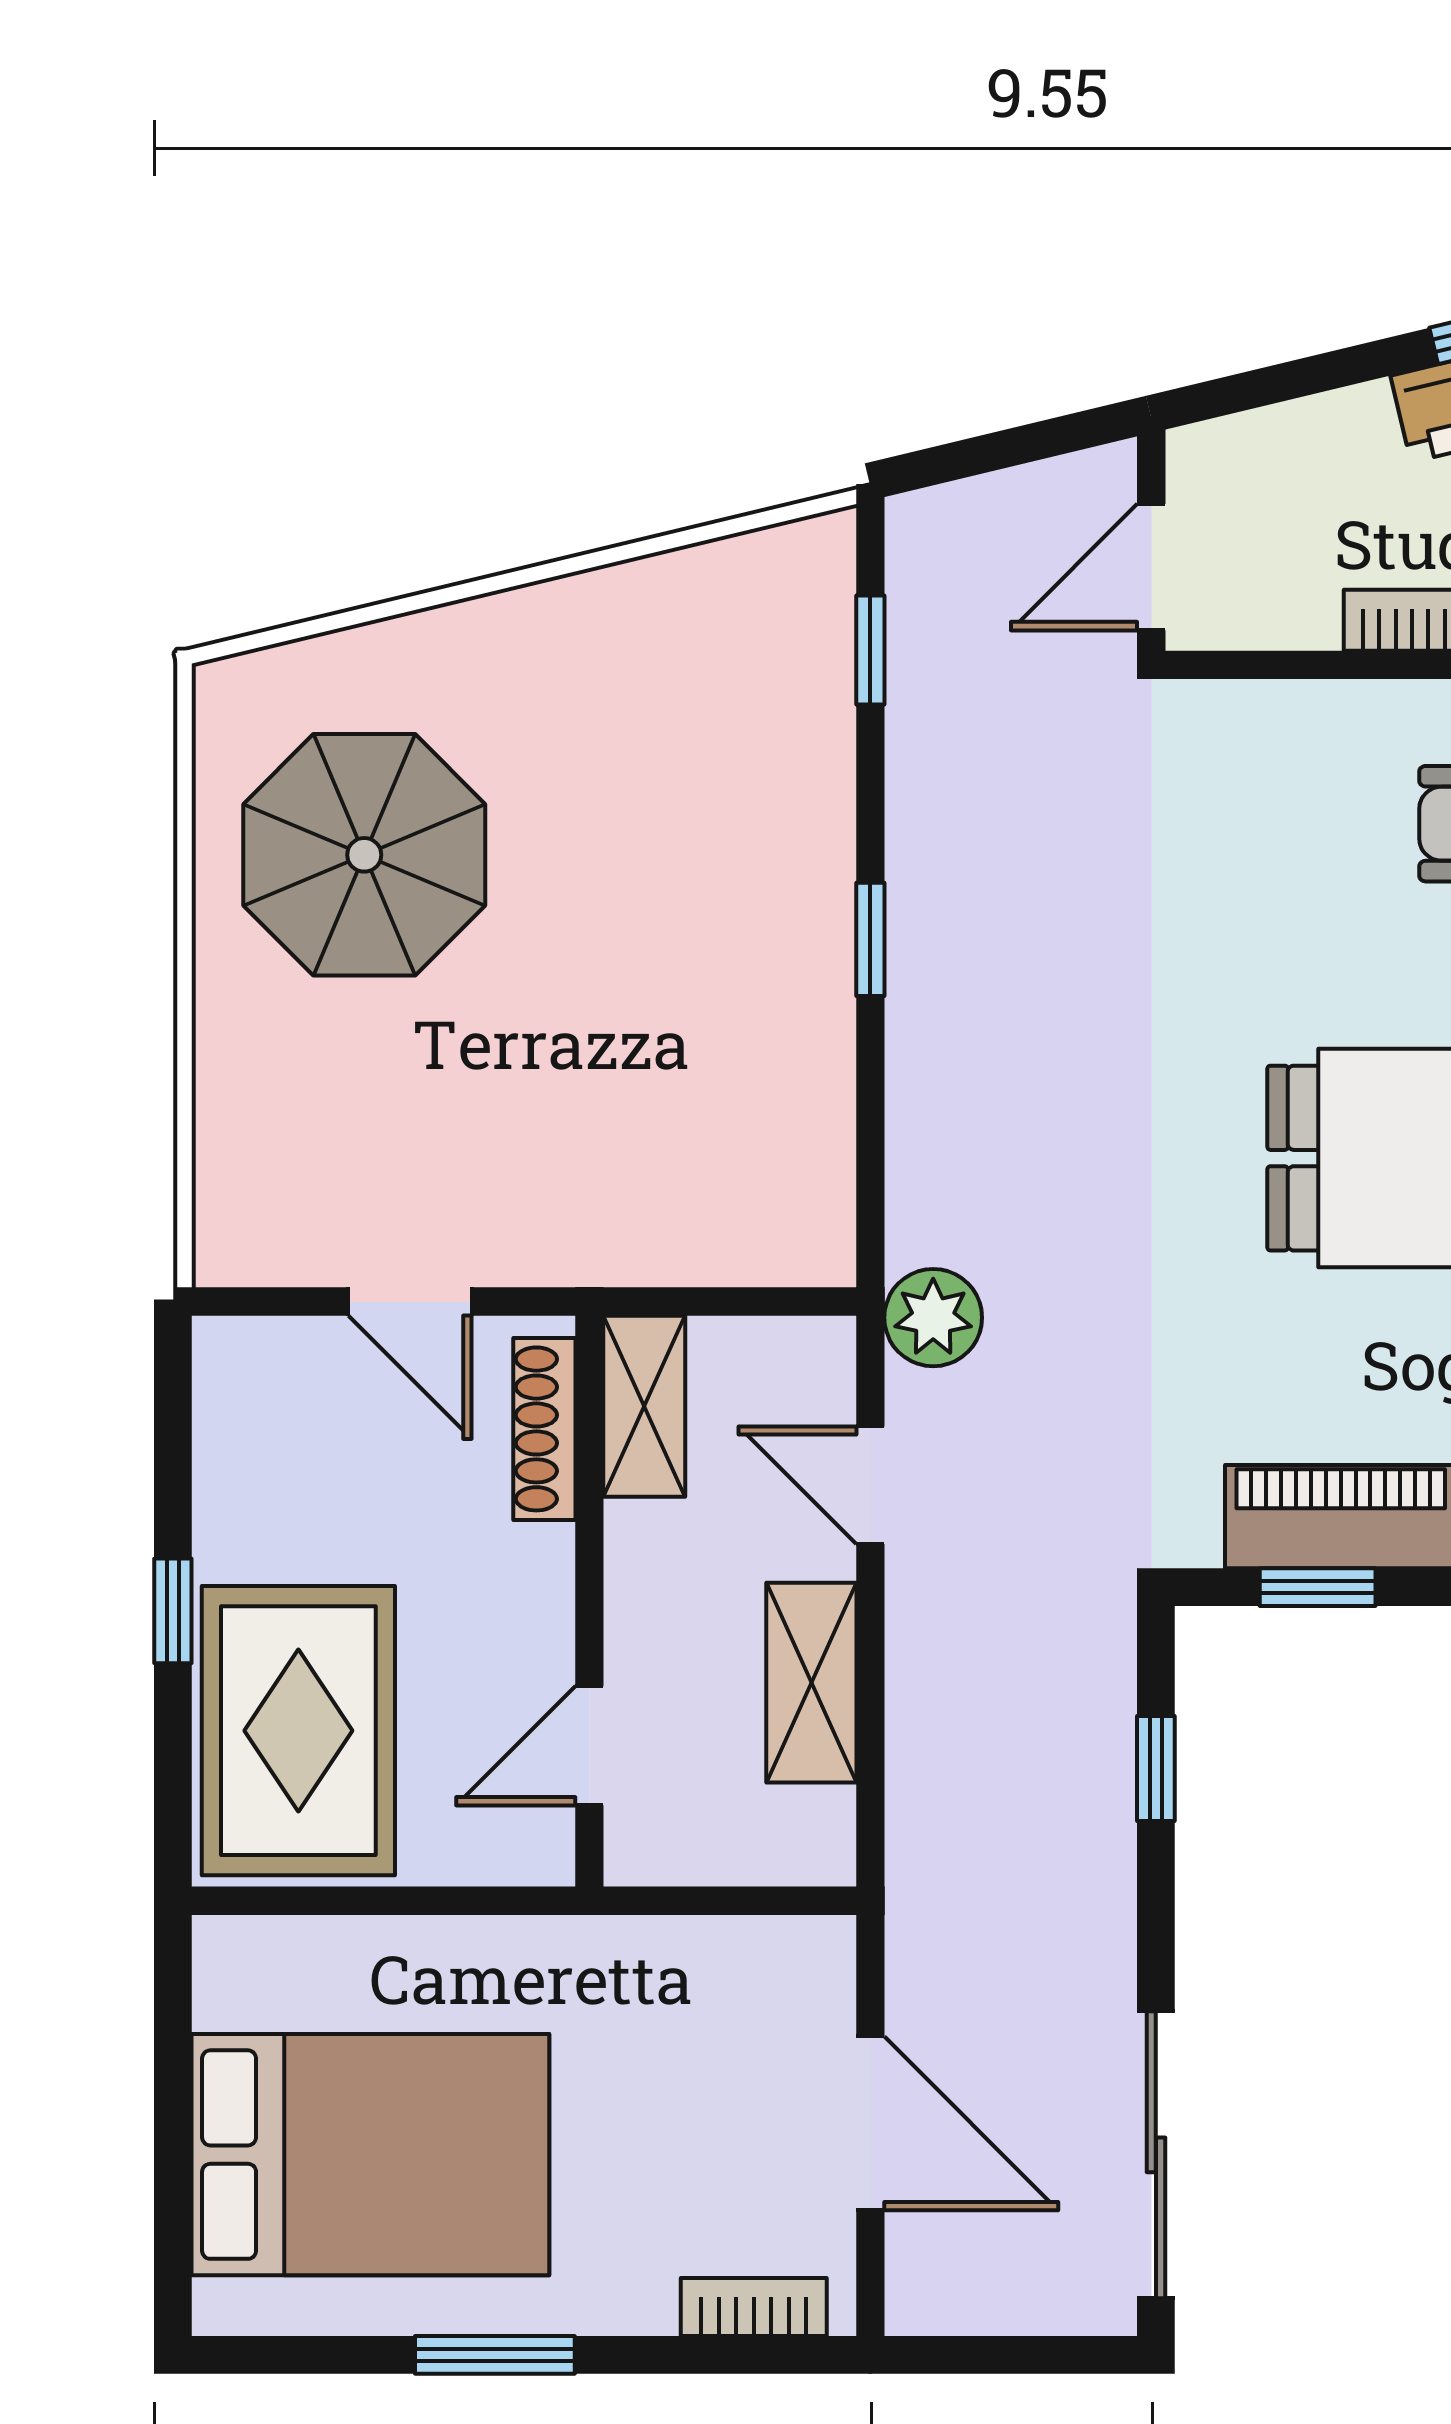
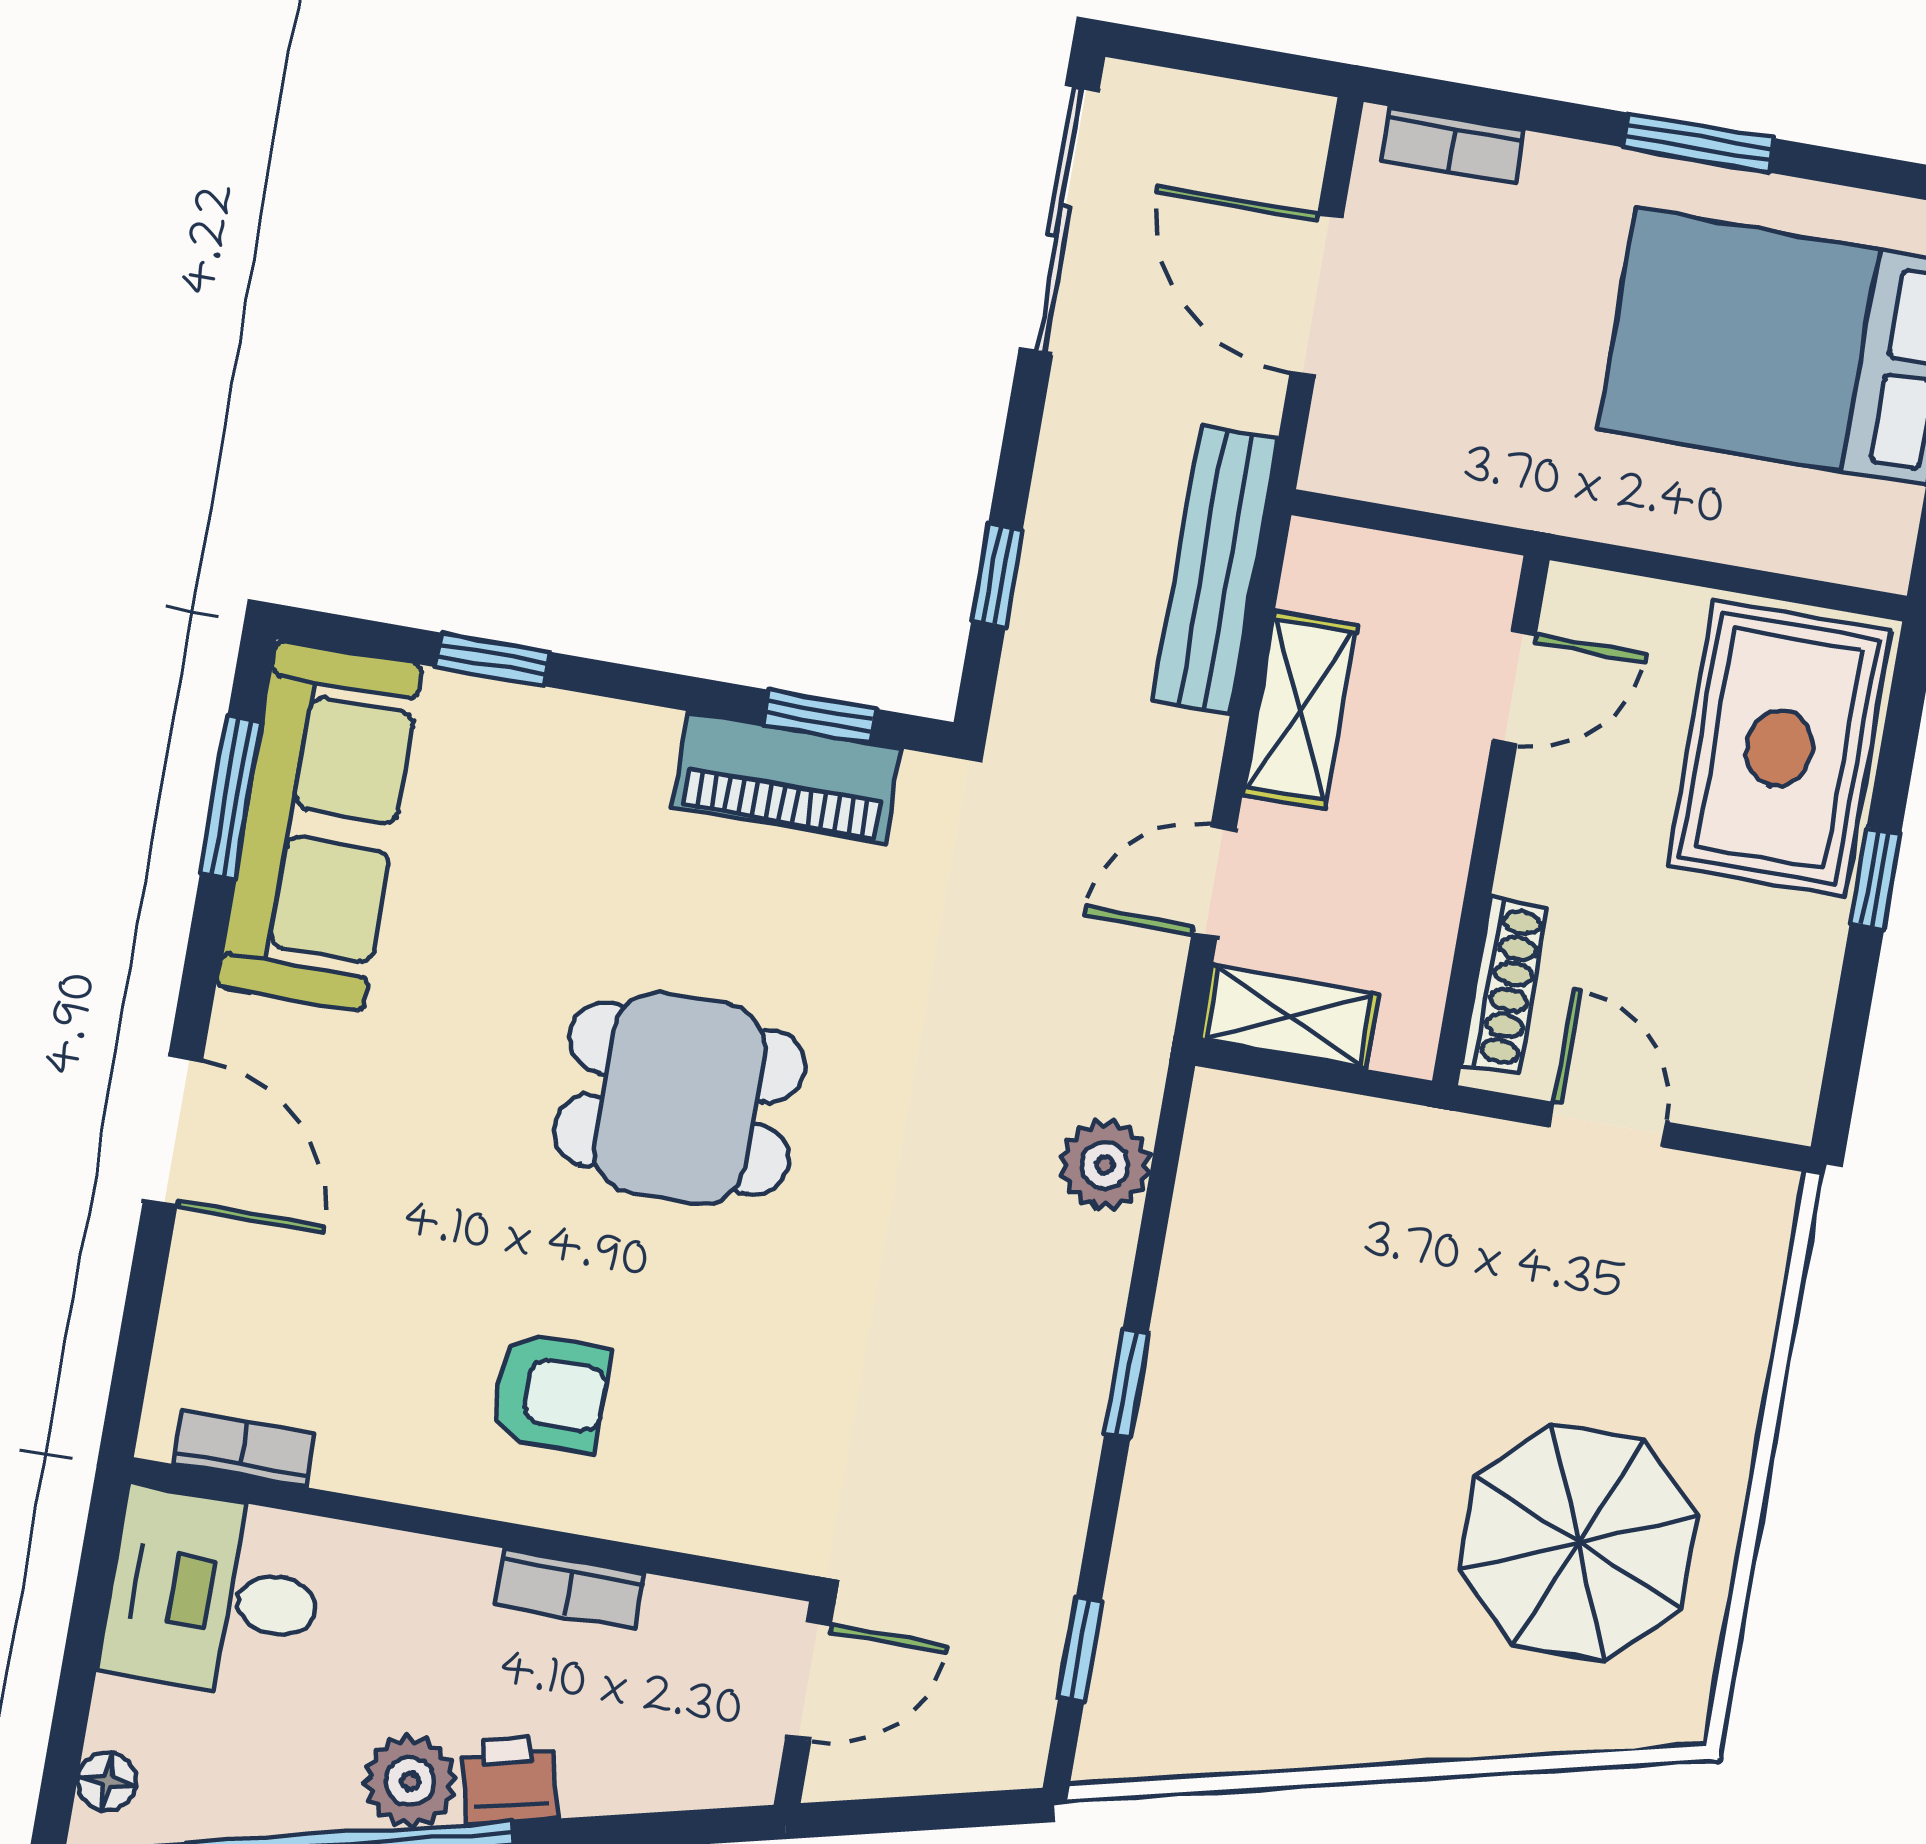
plant: (933, 1318) -> (1105, 1165), moved
shelving: (644, 1406) -> (1290, 1017), moved, turned 90
door: (870, 1485) -> (1214, 882), swing flipped
bench: (926, 1815) -> (1215, 570), added

